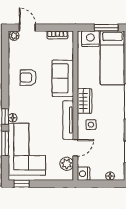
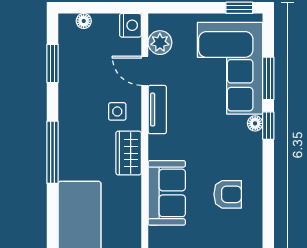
tv unit: (68, 120) -> (157, 110), width x0.71
door: (75, 148) -> (145, 71), hinge flipped

